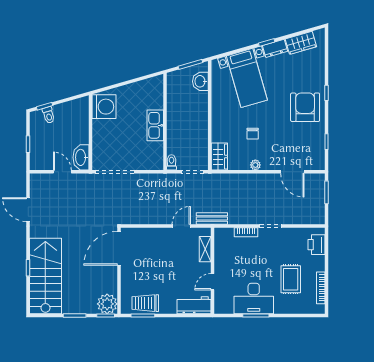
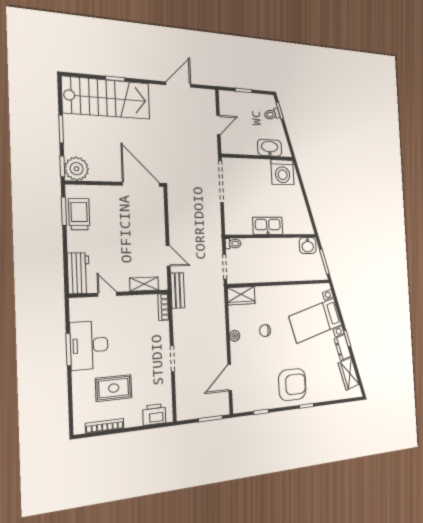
washbasin: (200, 81) -> (308, 246), moved, turned 180
washbasin: (81, 157) -> (270, 148), moved
bookcase: (246, 232) -> (163, 307), moved

